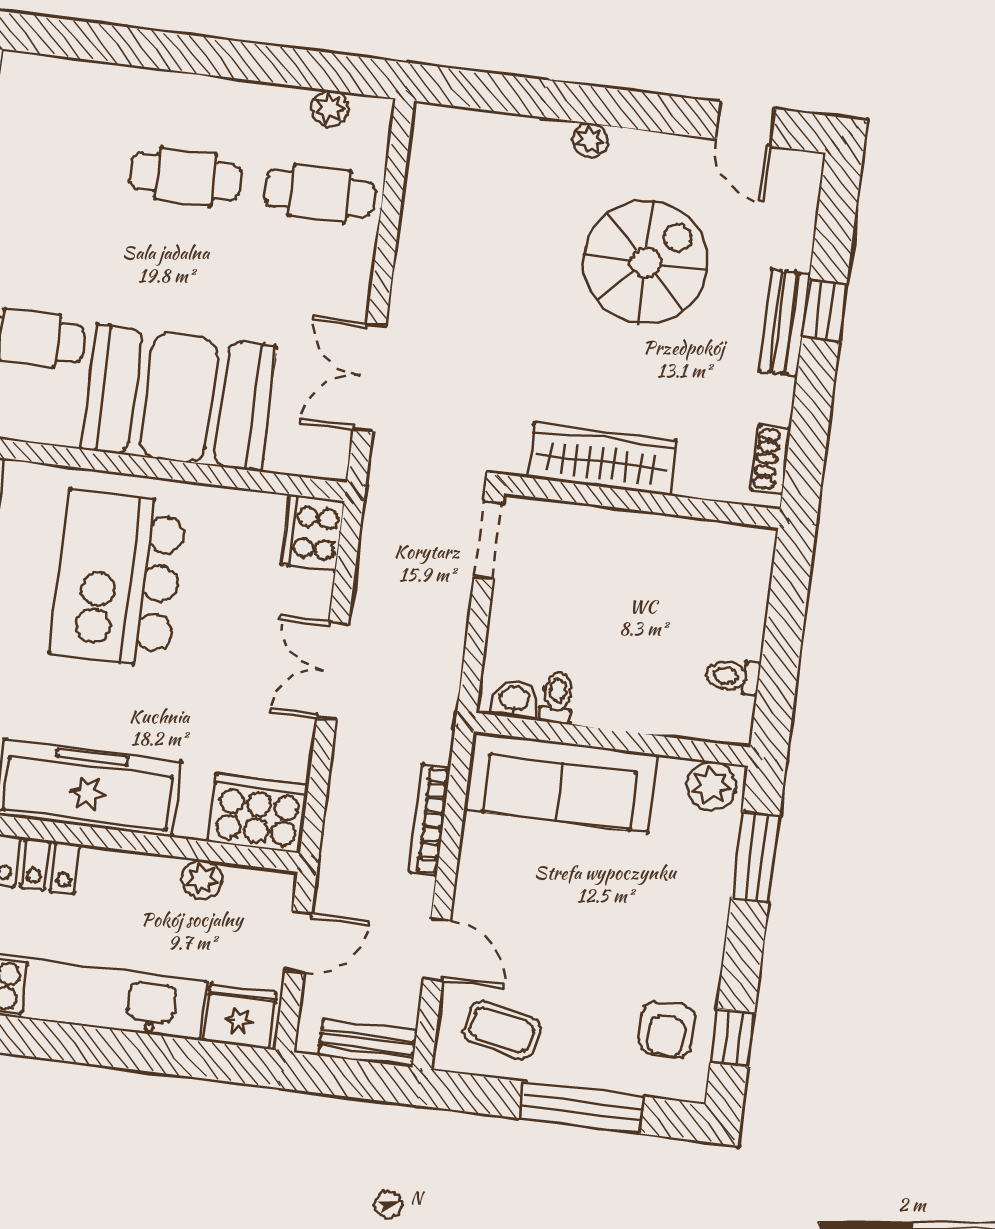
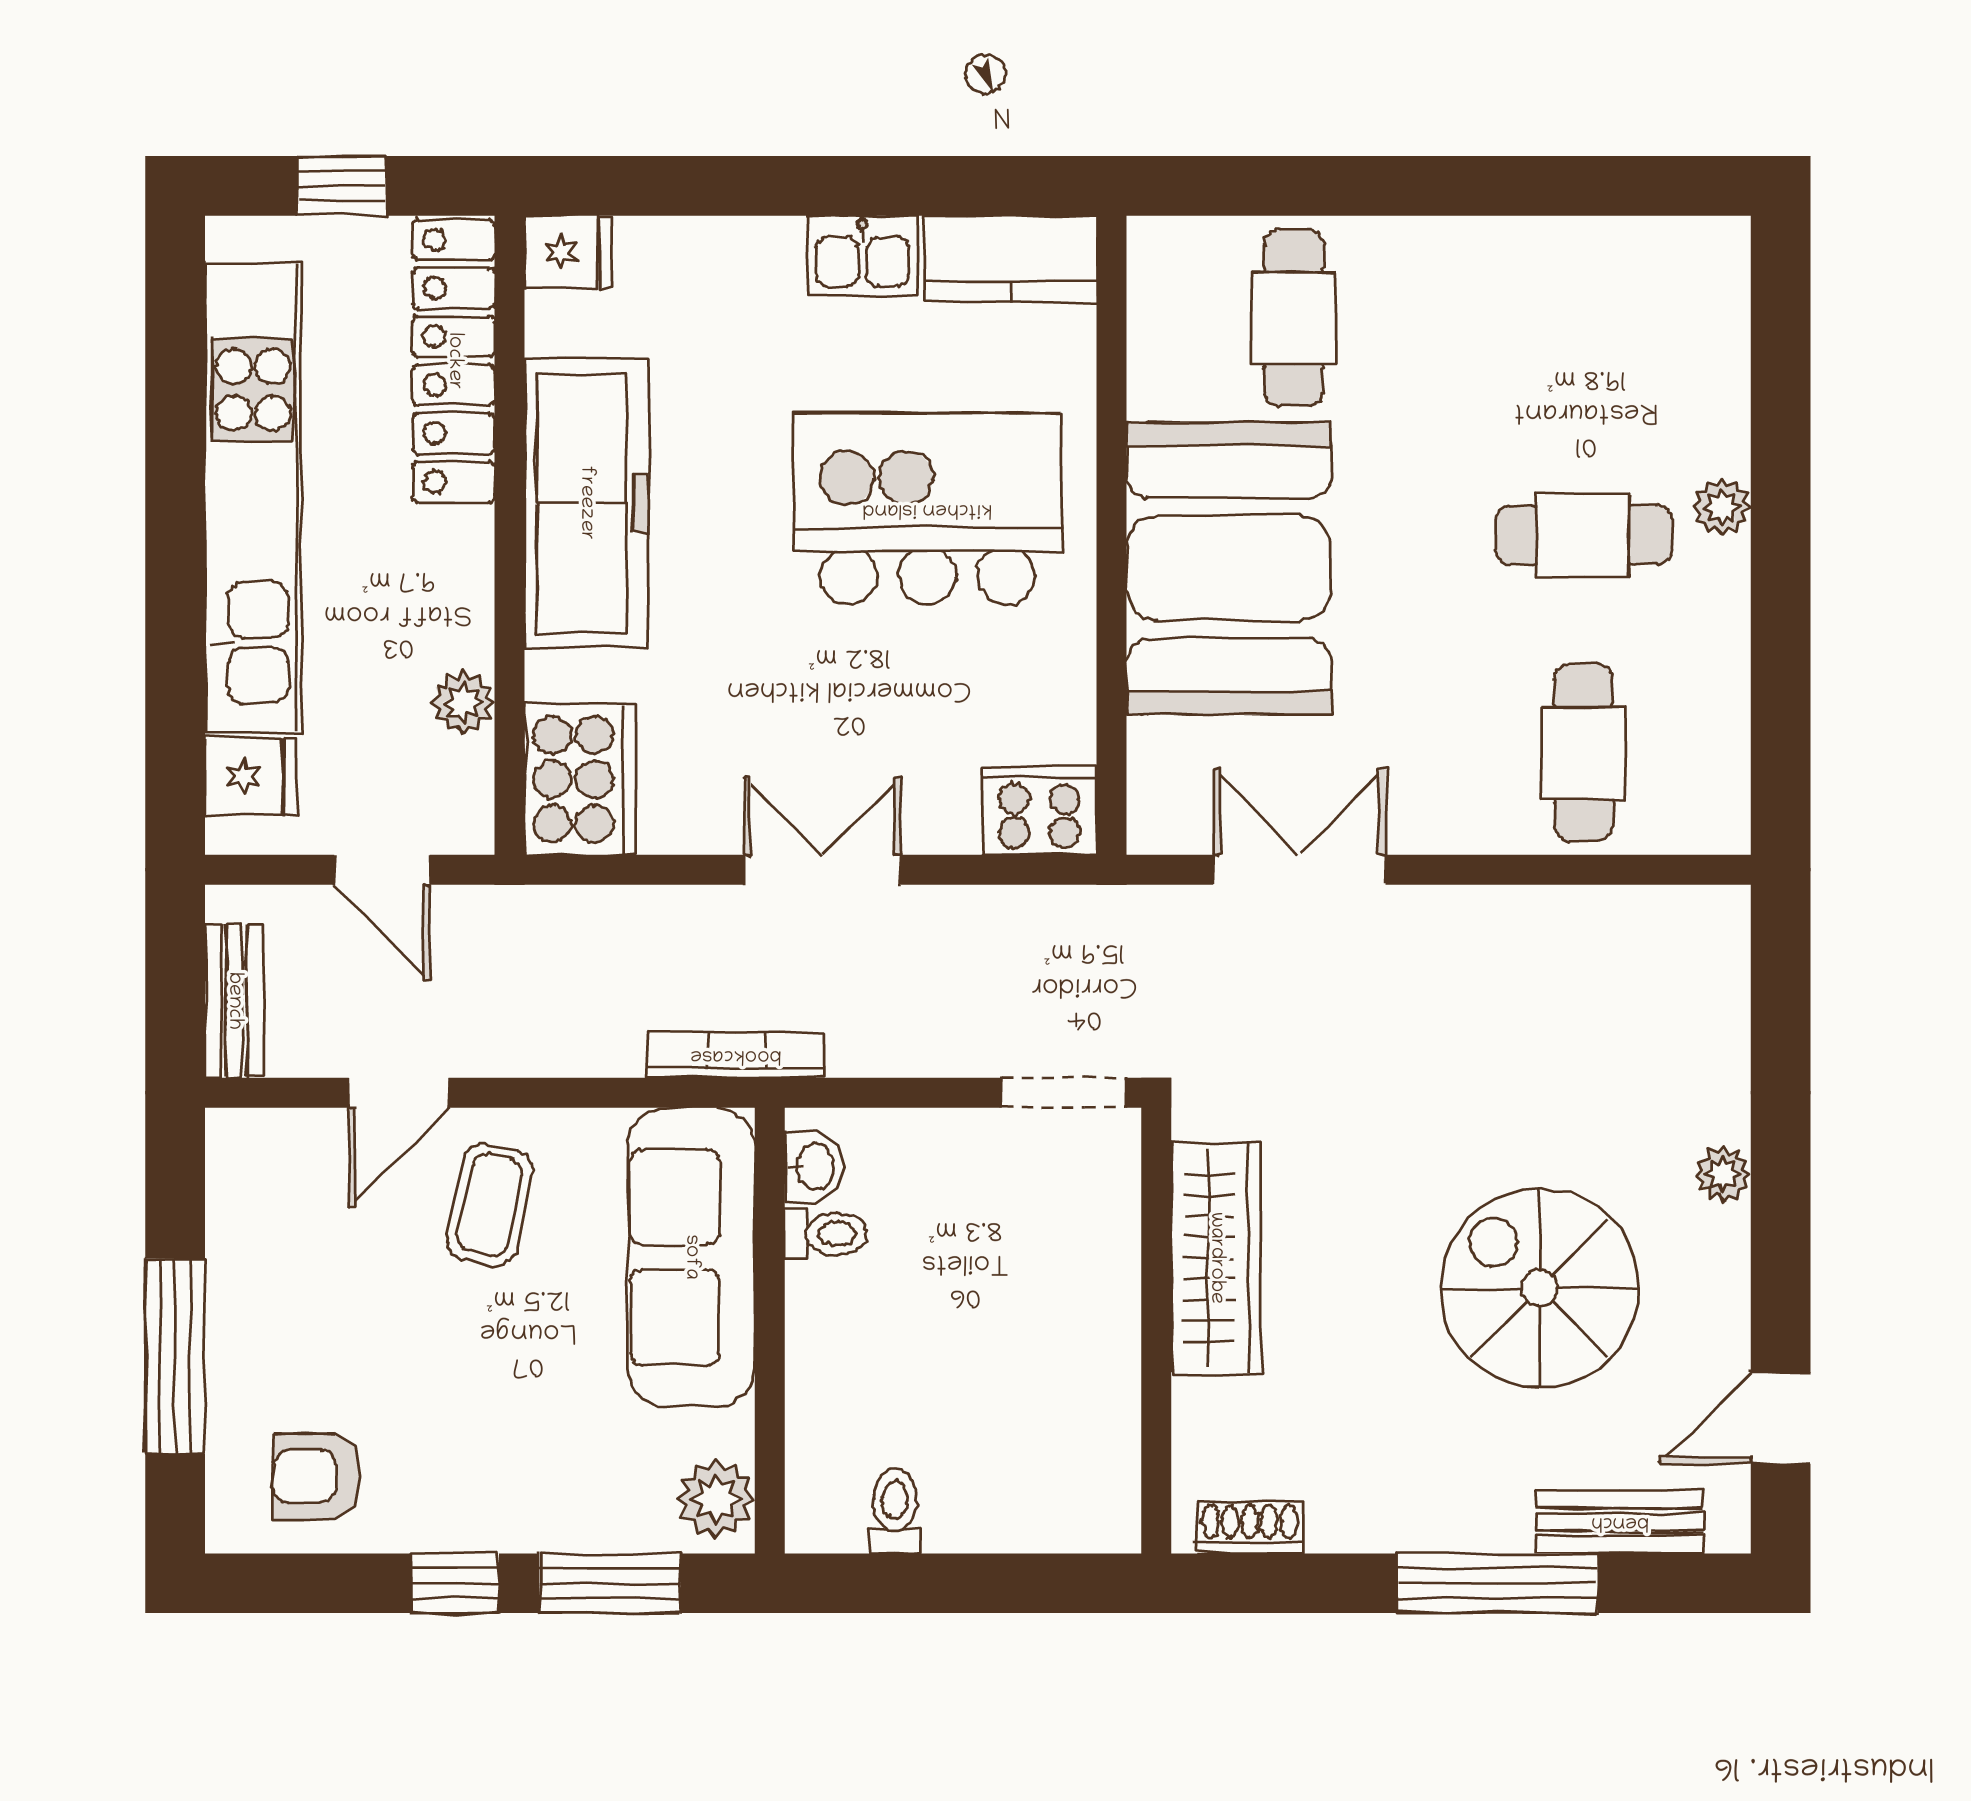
plant: (330, 108) -> (1722, 507), moved
cafe table: (186, 177) -> (1584, 535), turned 90
spiral stairs: (646, 262) -> (1539, 1288), turned 180
window: (824, 311) -> (1498, 1583), width x2.17
bench: (784, 322) -> (1620, 1522), moved
bookcase: (430, 820) -> (736, 1055), moved
fridge: (240, 1017) -> (251, 776), width x0.72
coffee table: (502, 1030) -> (490, 1205), moved
window: (732, 1038) -> (455, 1583), moved

